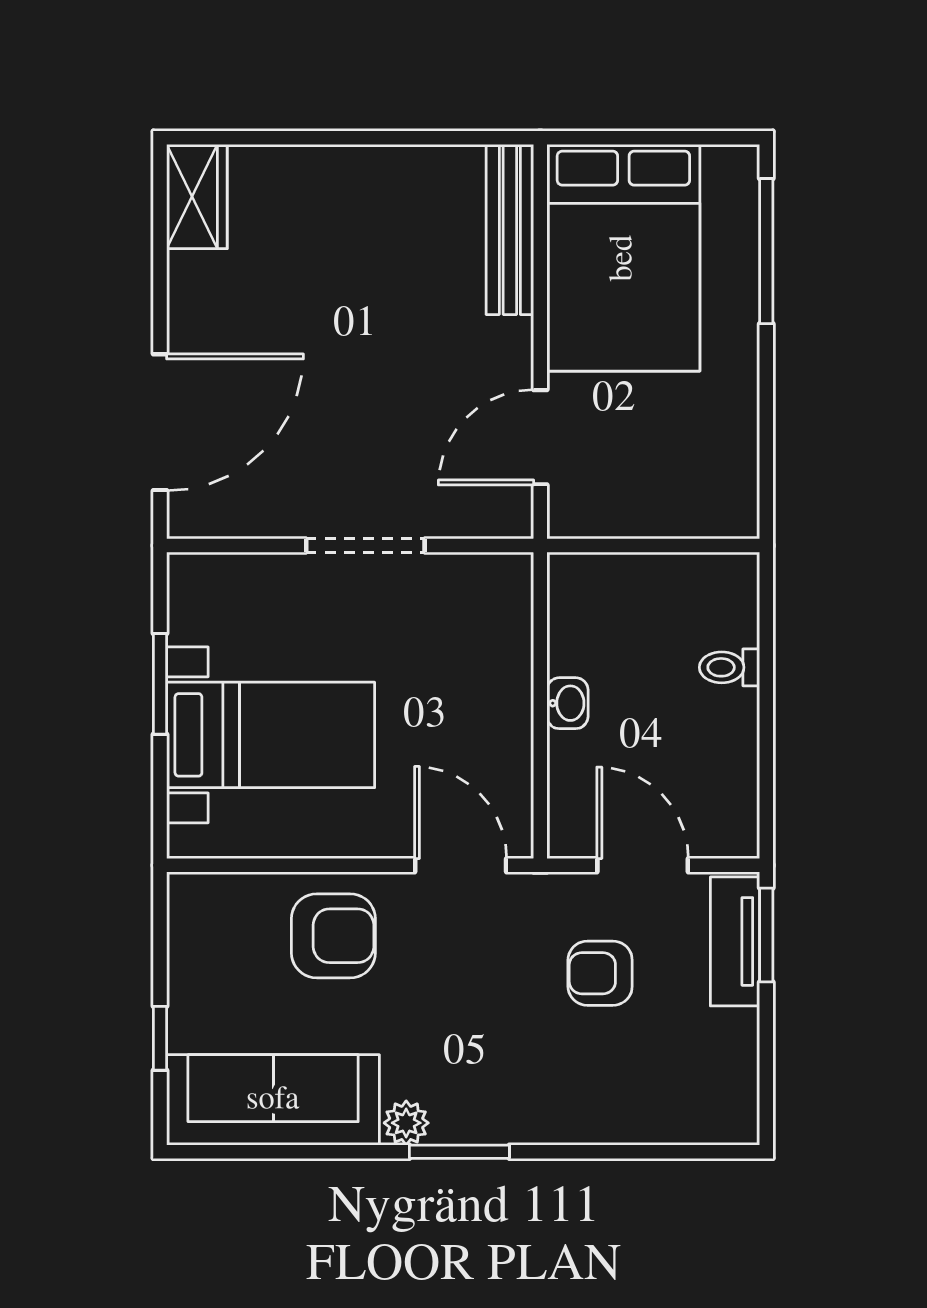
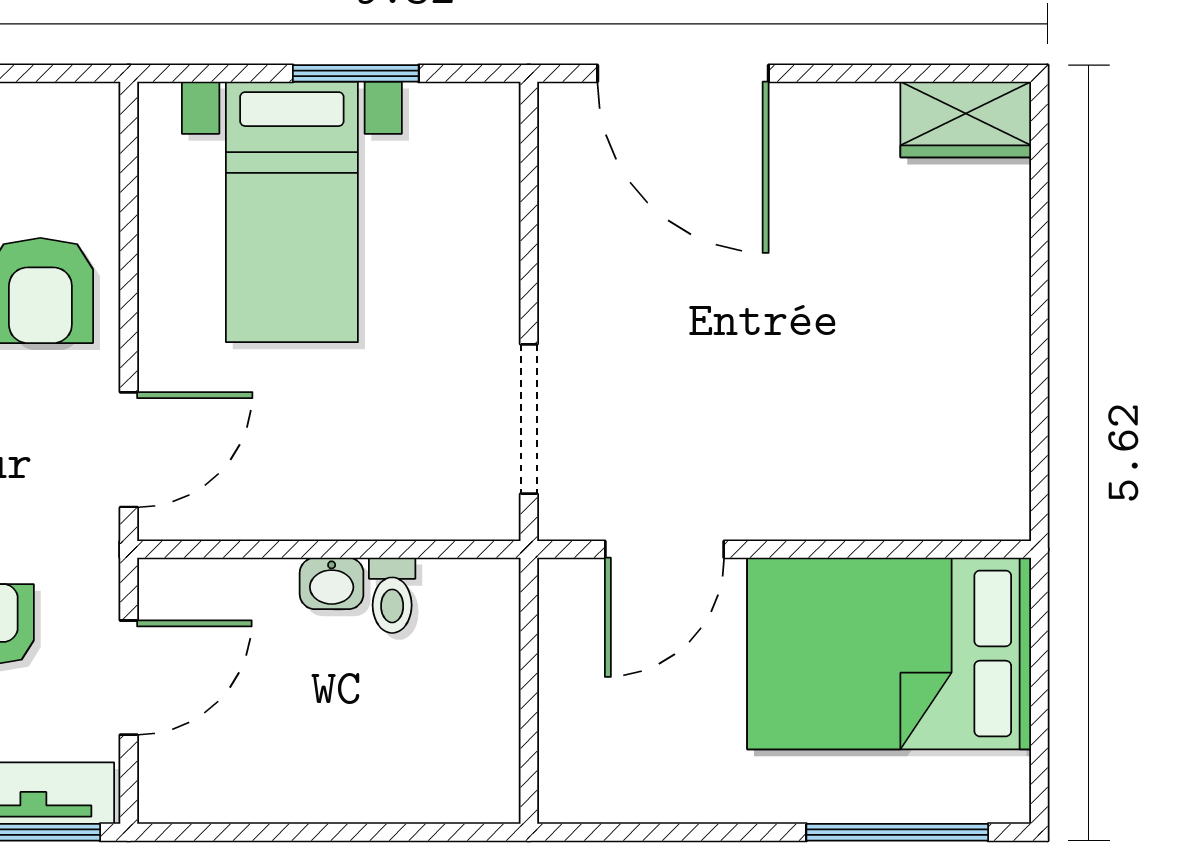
bench: (510, 229) -> (925, 511), removed
door: (540, 437) -> (664, 549), swing flipped
doorway: (365, 546) -> (529, 419), moved
toilet: (730, 667) -> (392, 595), moved, turned 180

